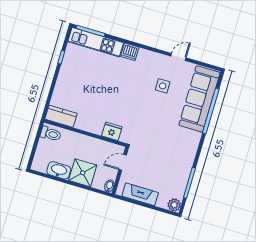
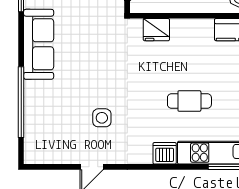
cafe table: (104, 80) -> (189, 101), added
sofa: (199, 99) -> (39, 44), moved, width x0.74, depth x0.79

